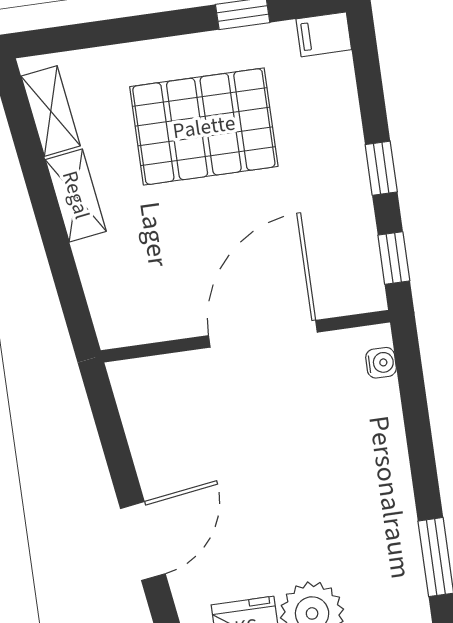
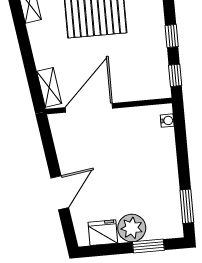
shelving: (76, 195) -> (49, 87), moved
door: (263, 334) -> (89, 108), moved

